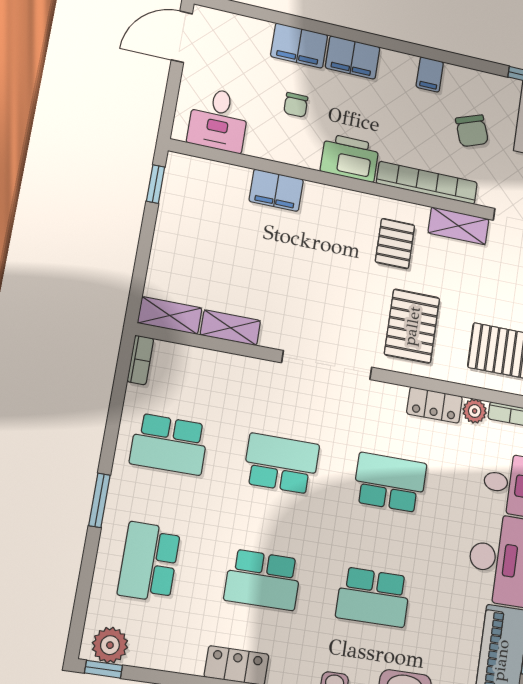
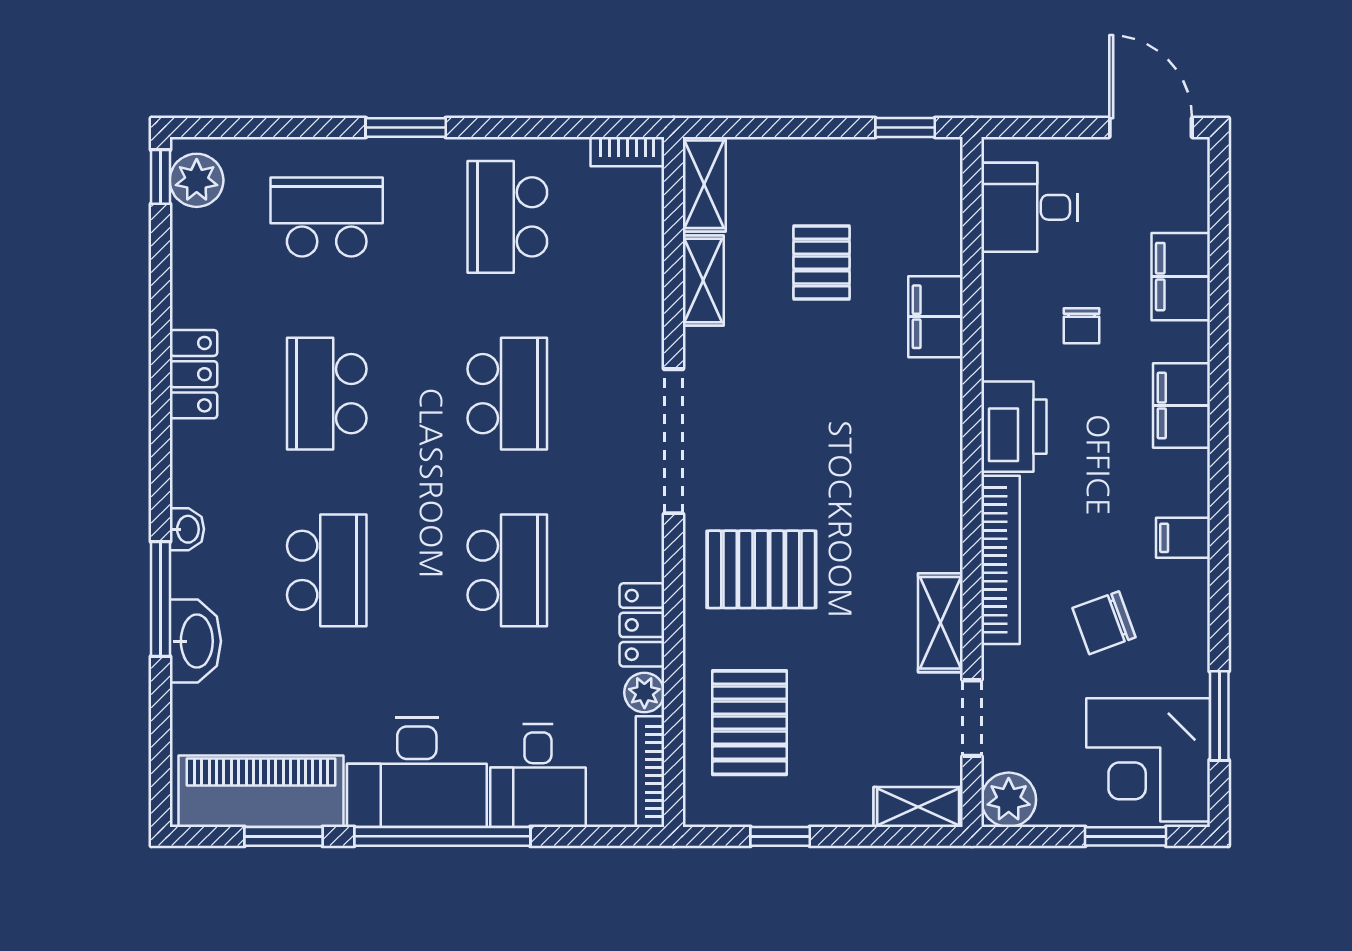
filing cabinet: (299, 46) -> (1181, 277), moved
chair: (296, 105) -> (1081, 326), turned -90
pallet: (395, 244) -> (821, 263), moved, turned 90
school desk: (373, 597) -> (327, 570), turned 180

